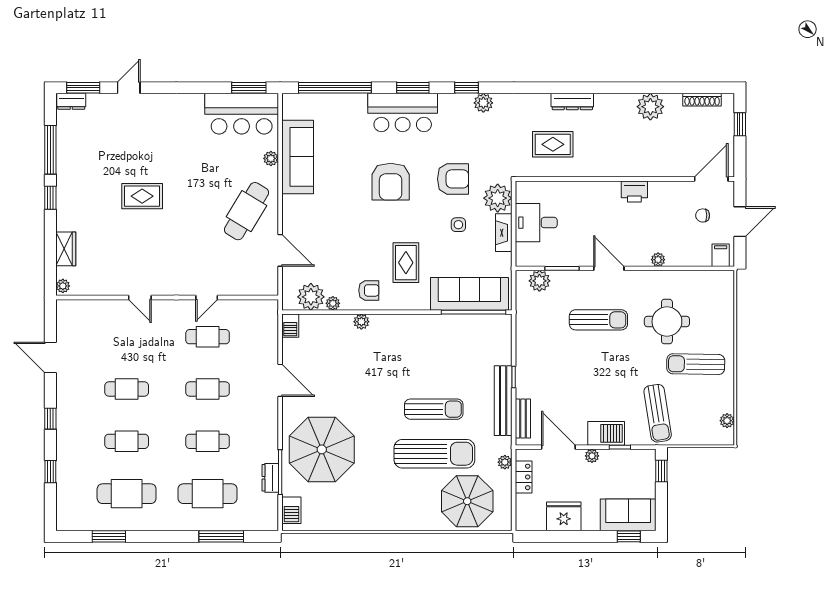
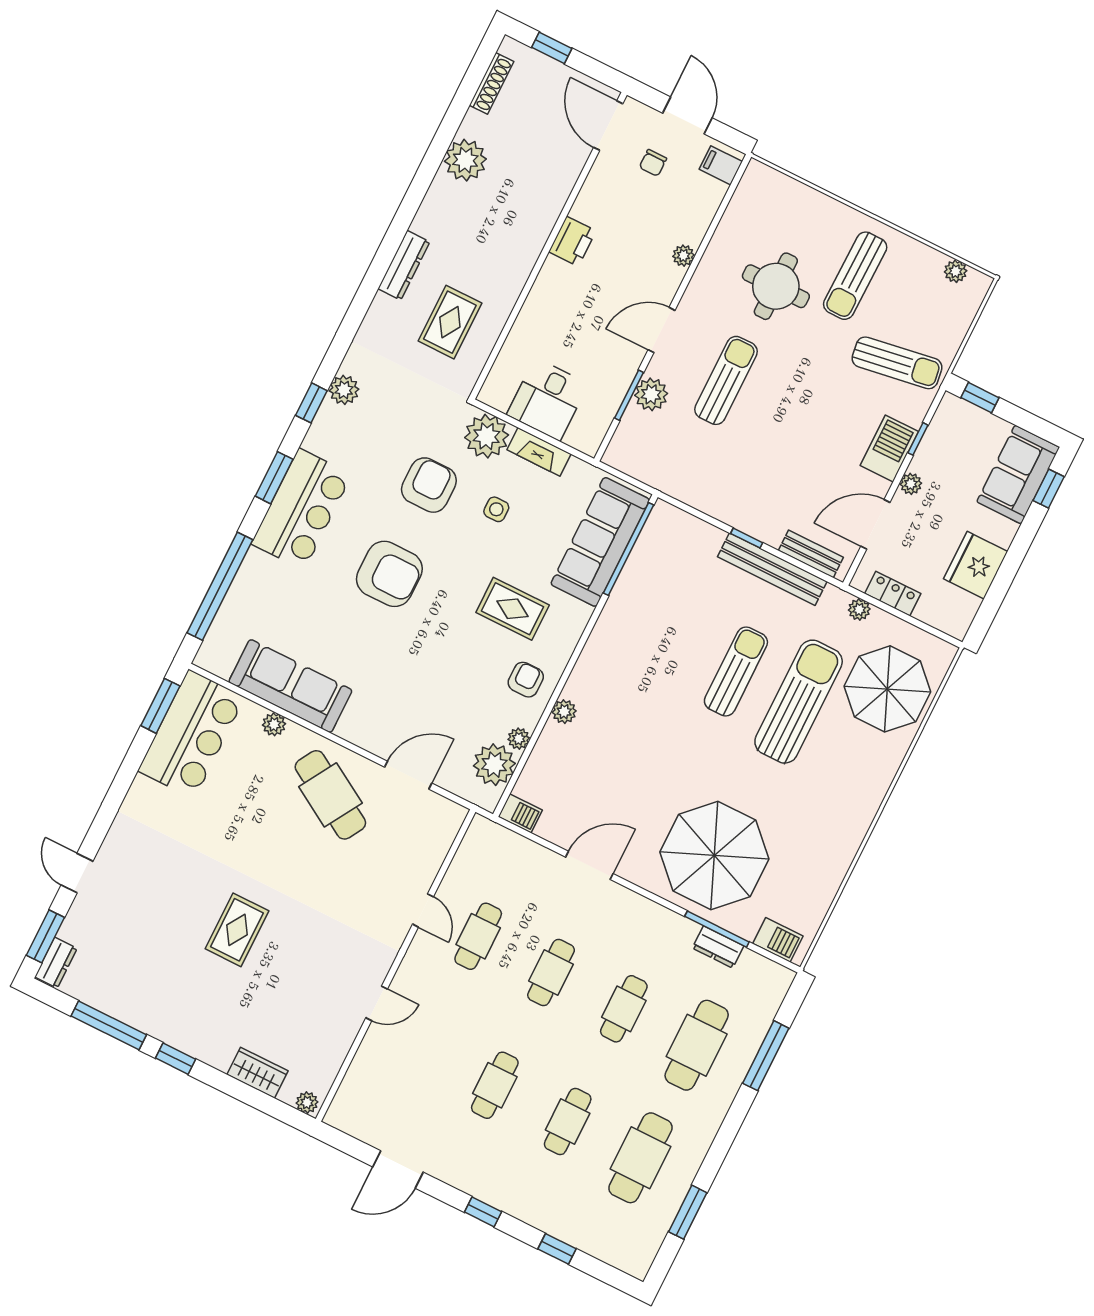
plant: (539, 281) -> (651, 394), moved

